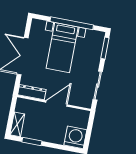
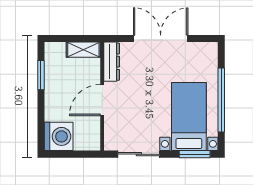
bed with nightstands: (62, 48) -> (189, 117), moved, turned 90
door: (56, 103) -> (102, 100), swing flipped
shelving: (17, 124) -> (83, 50), moved

